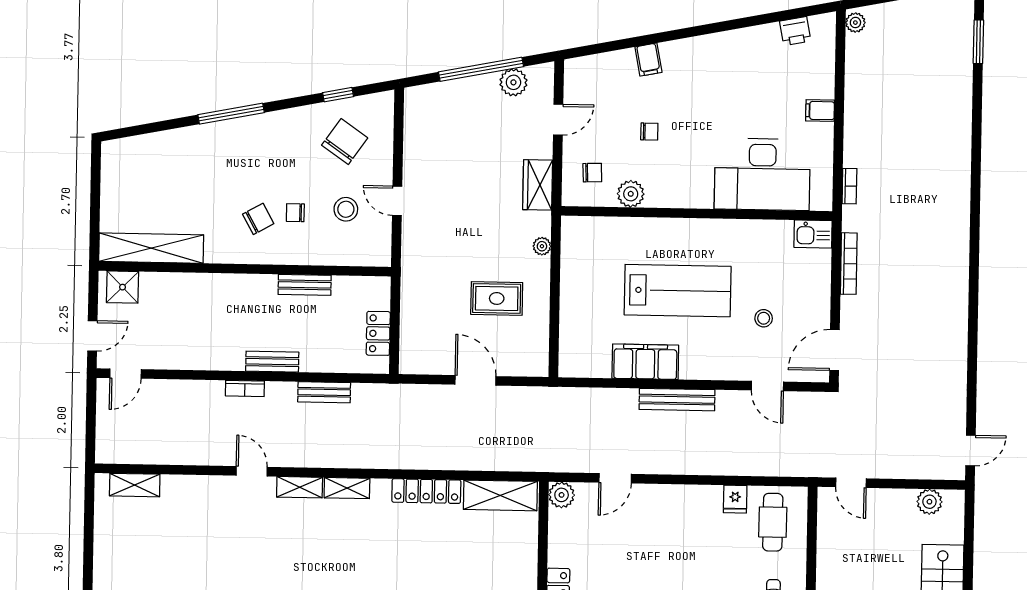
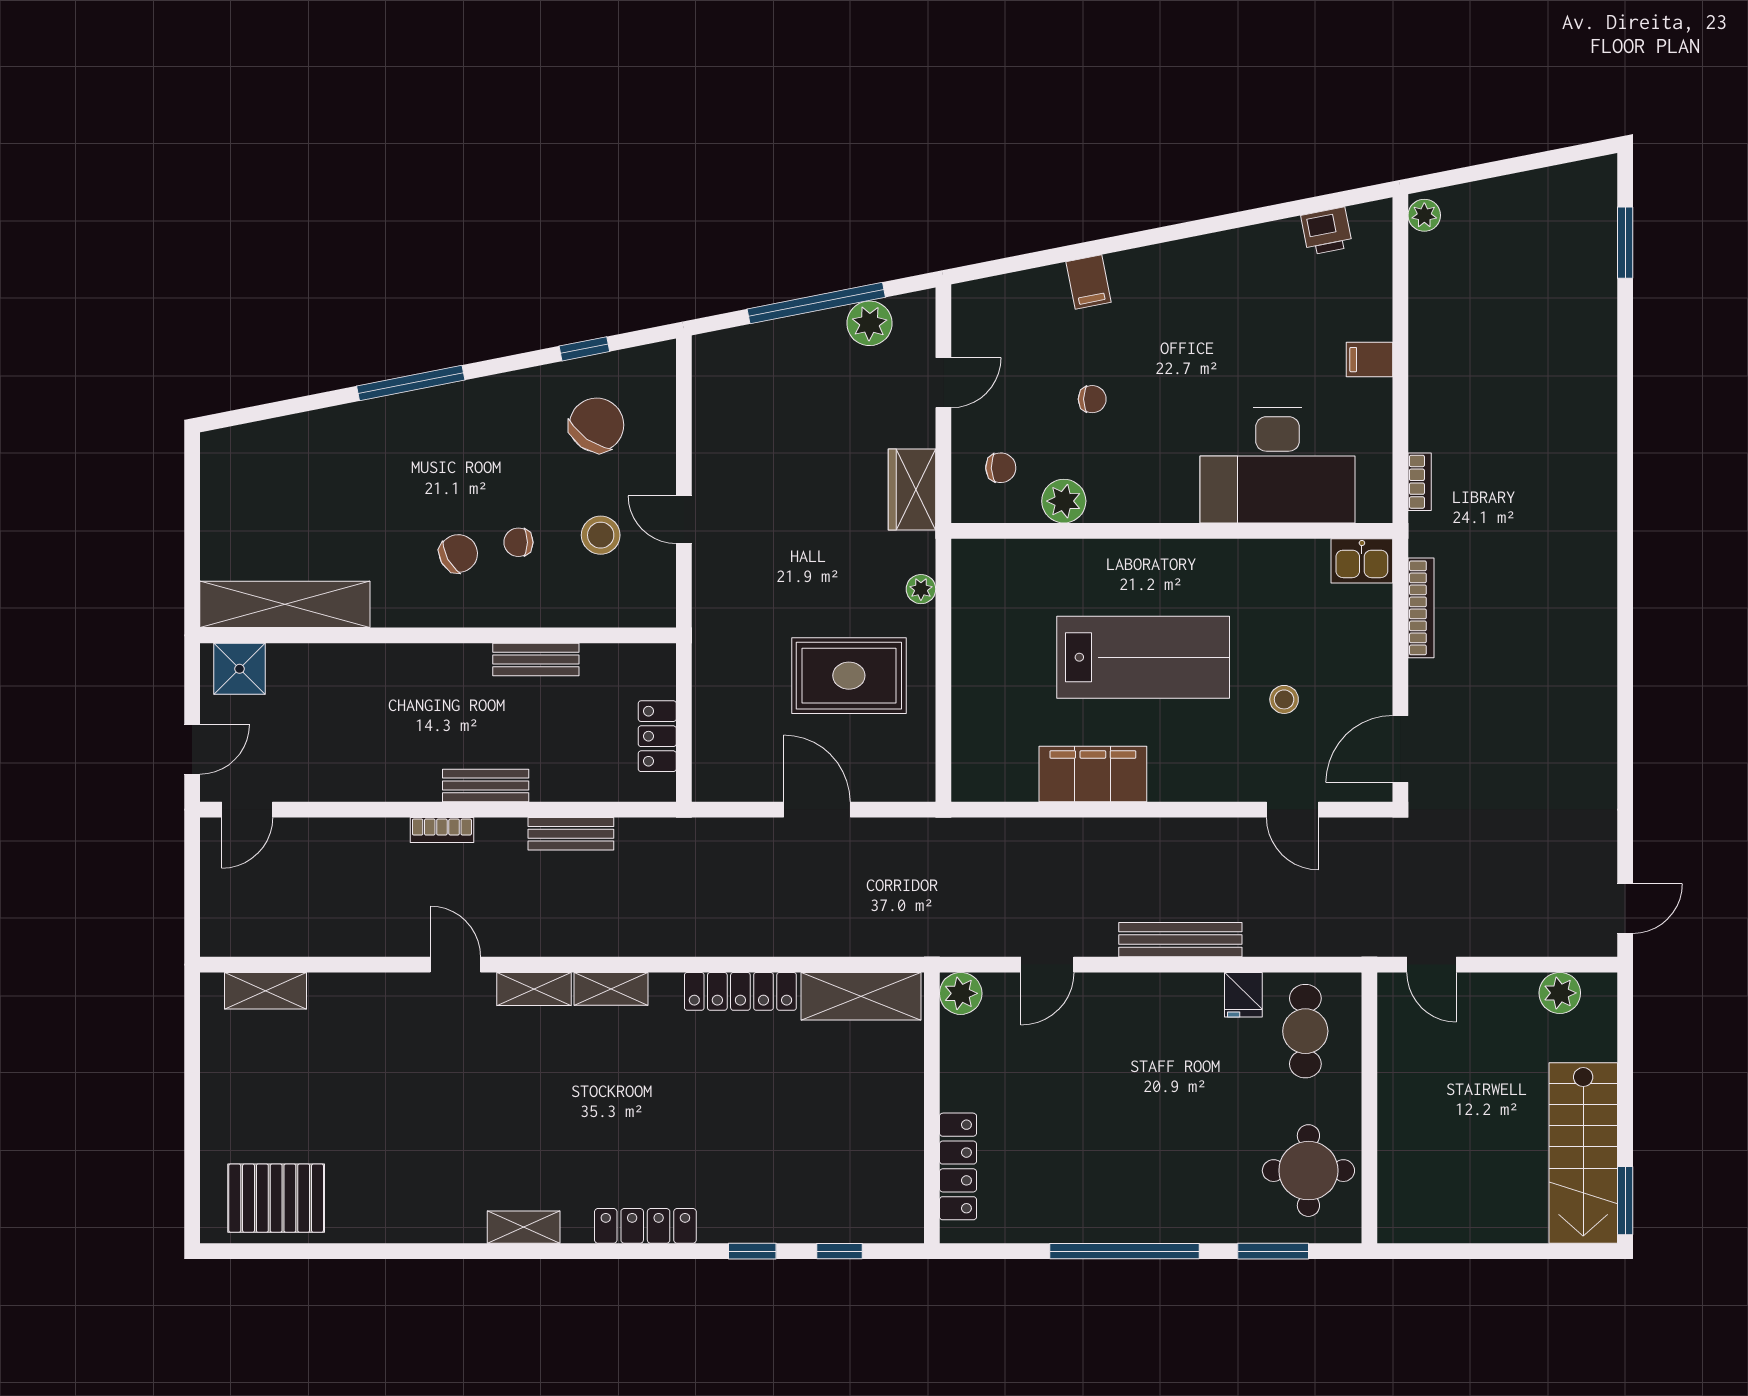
rug: (497, 298) -> (849, 676), width x1.36, depth x1.43
bench: (677, 400) -> (1180, 940), moved

